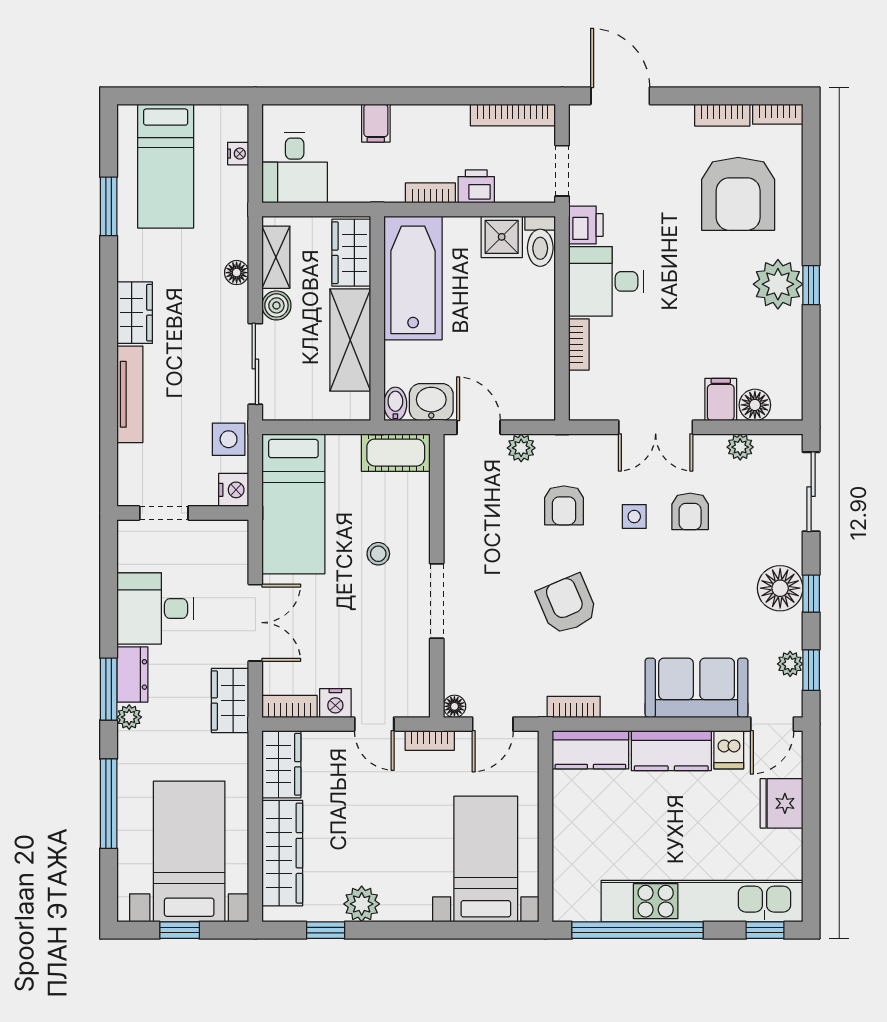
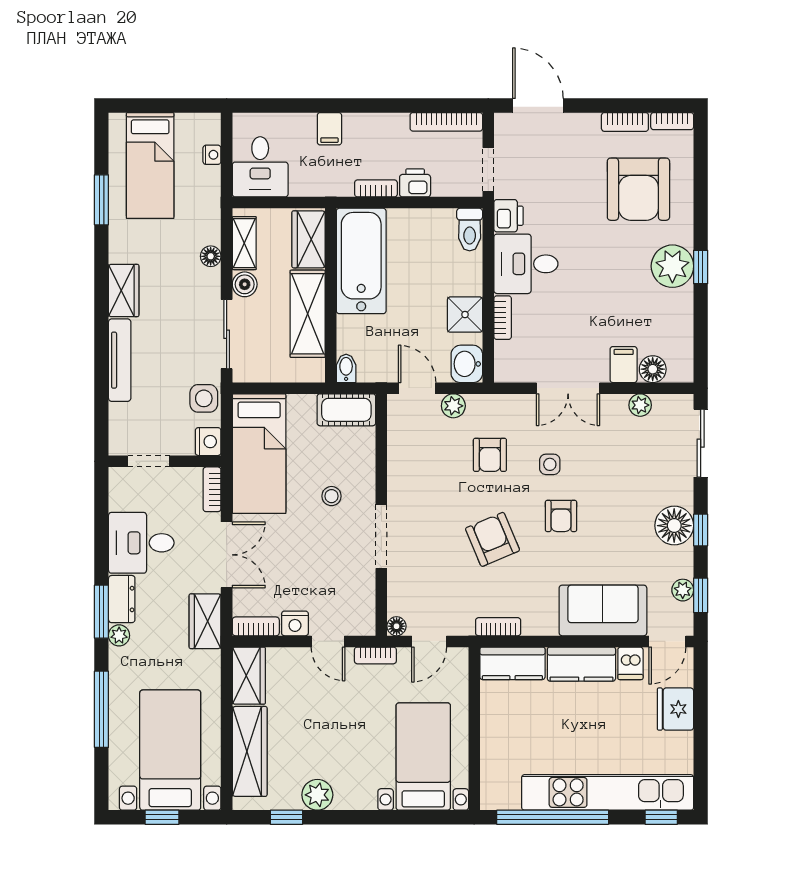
shower: (502, 237) -> (465, 315), moved
washbasin: (431, 402) -> (467, 364), moved, turned -90
armchair: (690, 511) -> (561, 516), moved
bookcase: (238, 546) -> (212, 489), added

